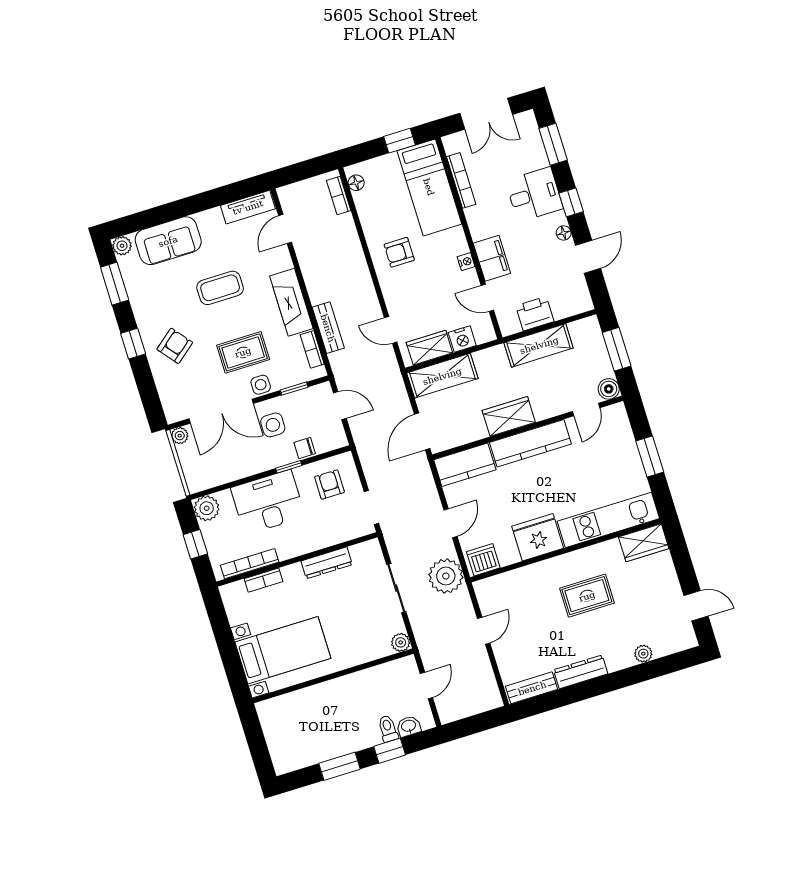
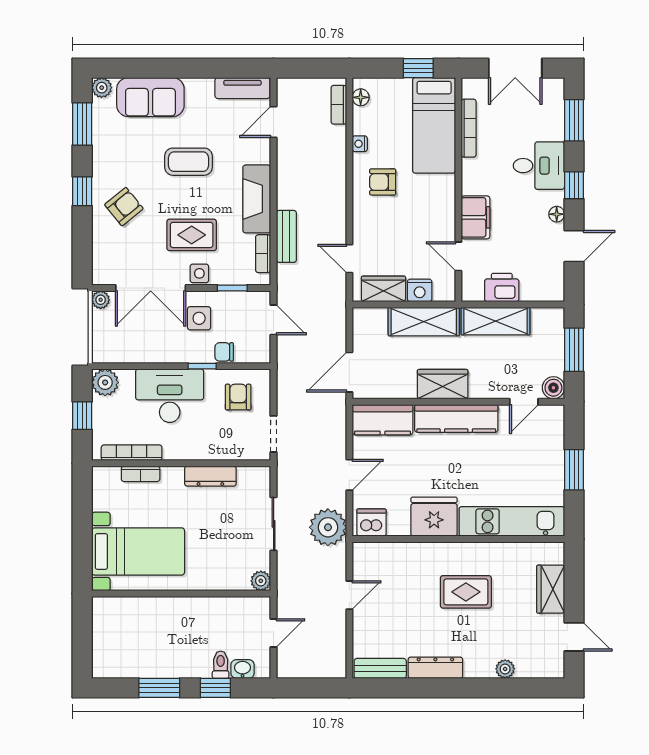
nightstand: (466, 262) -> (360, 144), moved, turned 180
shelving: (442, 376) -> (424, 322), moved
wardrobe: (644, 543) -> (551, 589), moved, turned 90

